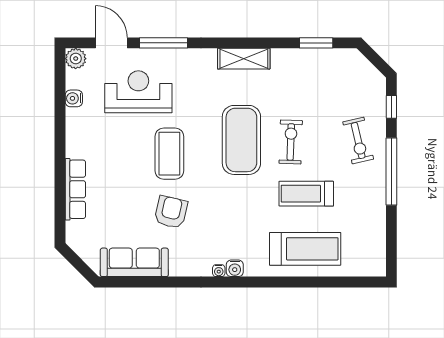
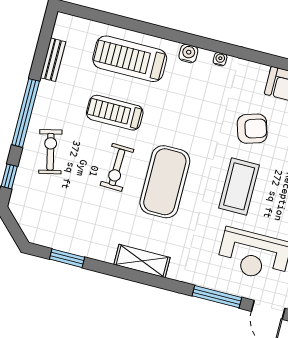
treadmill: (306, 194) -> (115, 113), turned 180
armchair: (171, 212) -> (252, 129), turned -120
bench: (378, 229) -> (53, 60), added
water cooler: (235, 268) -> (188, 53), moved

